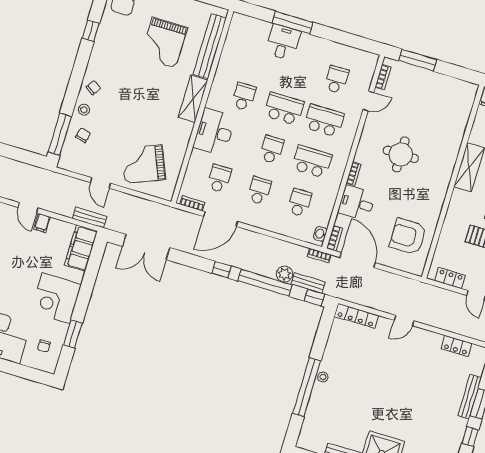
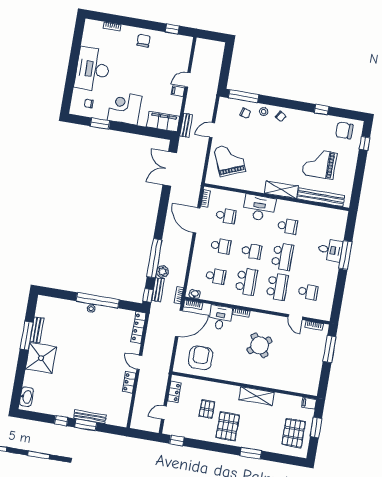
round table: (401, 154) -> (260, 345), turned -38
window: (222, 270) -> (160, 226), removed
locker: (456, 346) -> (129, 382), moved
window: (307, 387) -> (98, 300), moved

